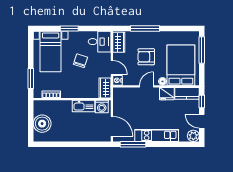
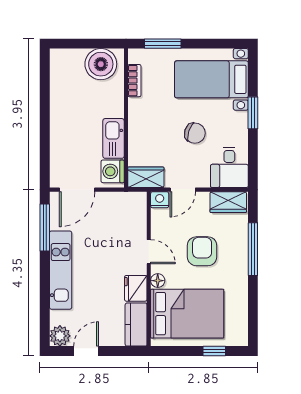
window: (202, 50) -> (214, 351), width x0.46
window: (202, 102) -> (122, 351), removed
boiler: (42, 124) -> (101, 64), moved

